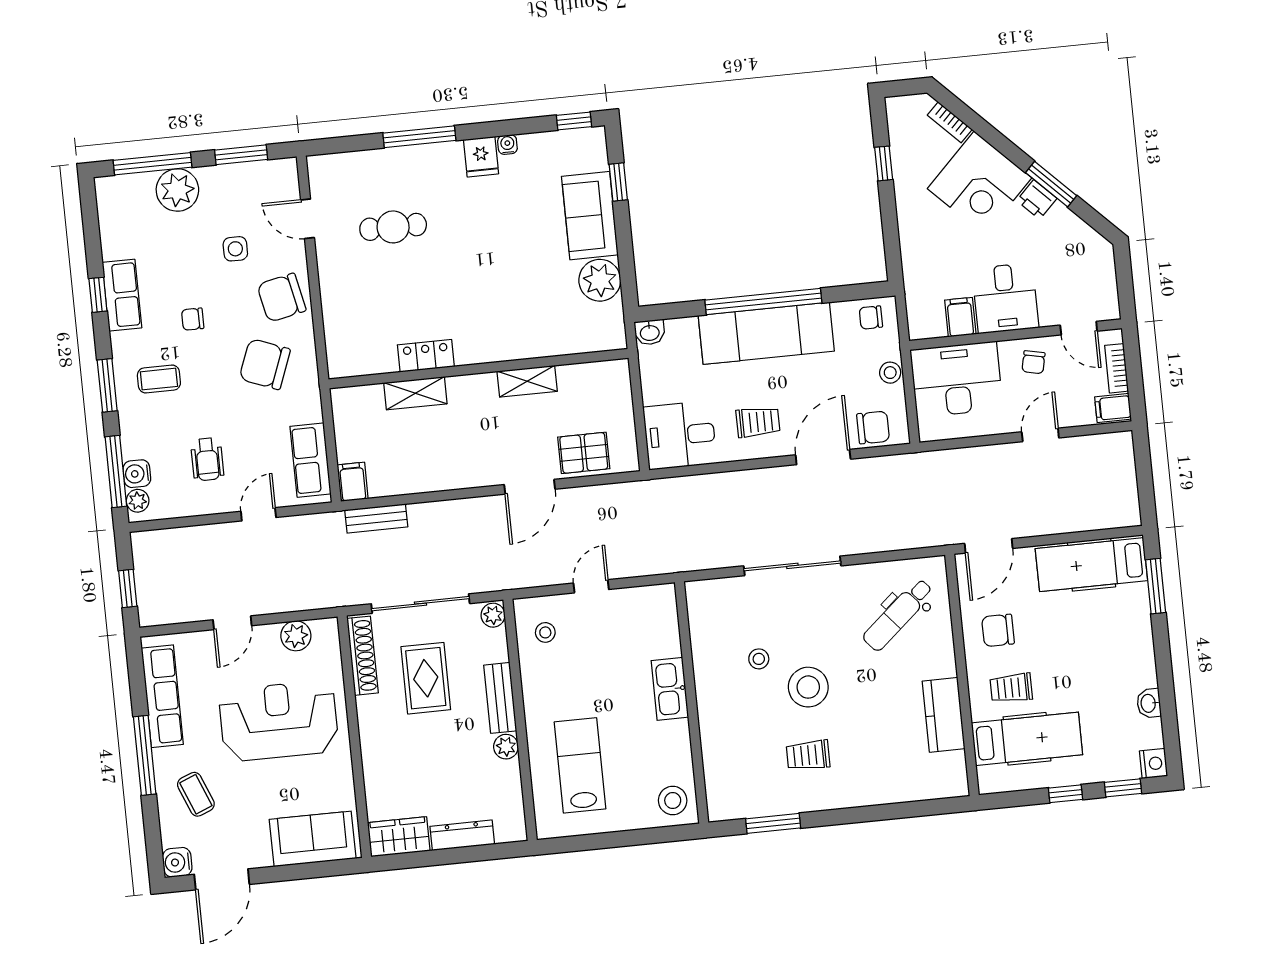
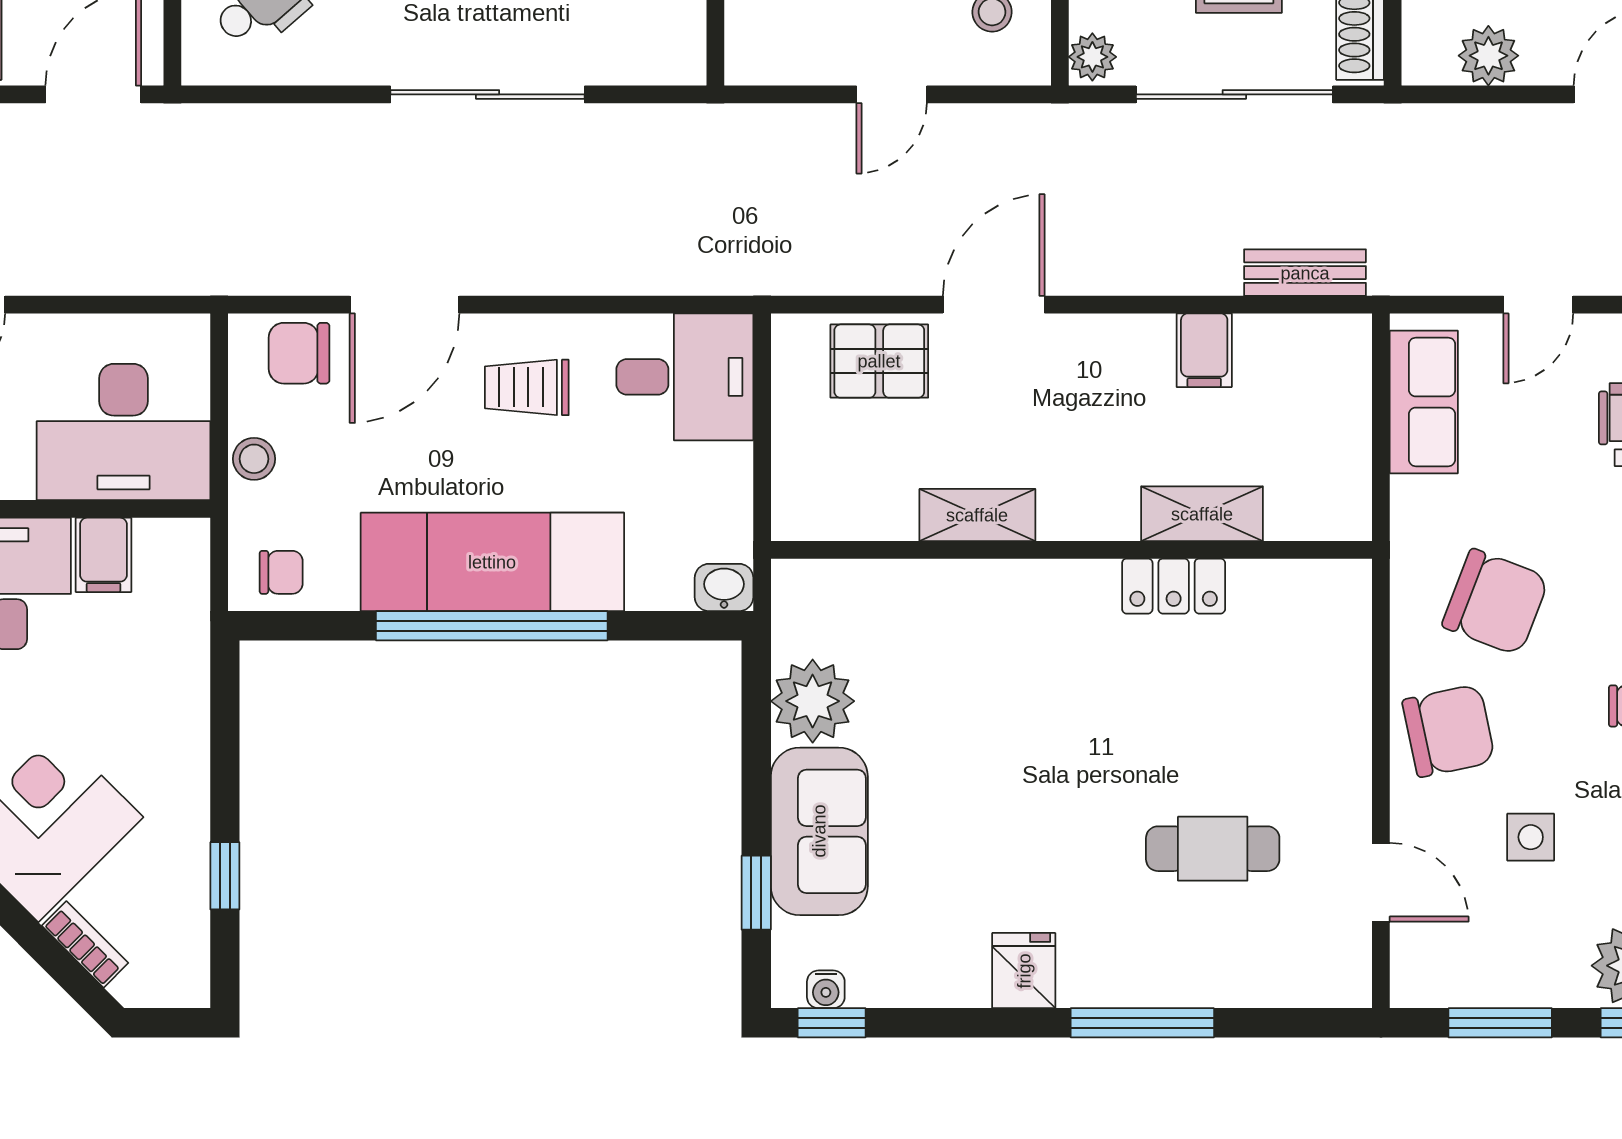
water cooler: (507, 145) -> (826, 989), moved
filing cabinet: (353, 482) -> (1204, 350), moved

